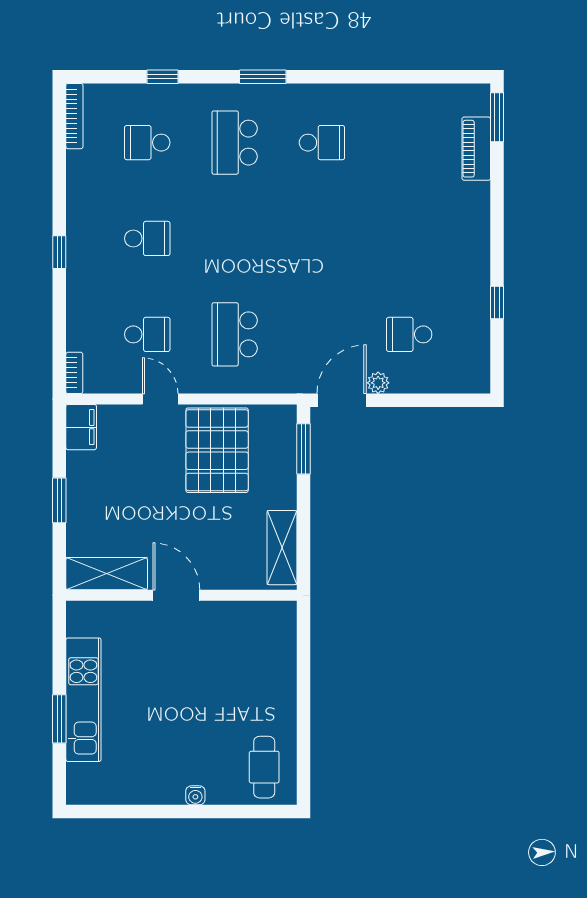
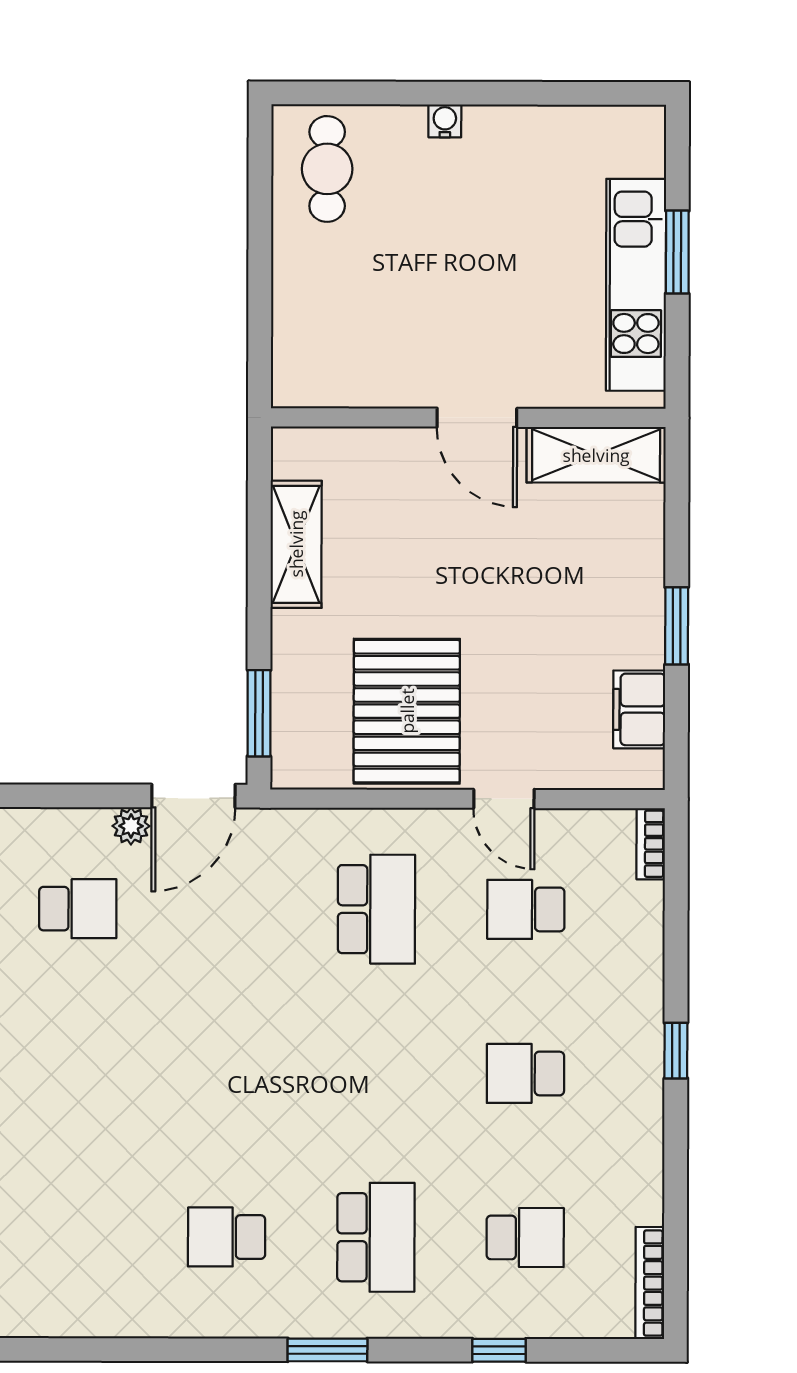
filing cabinet: (81, 427) -> (639, 709), moved
shelving: (107, 574) -> (596, 455), moved
door: (176, 595) -> (477, 418), moved
wall: (181, 595) -> (468, 418), moved

